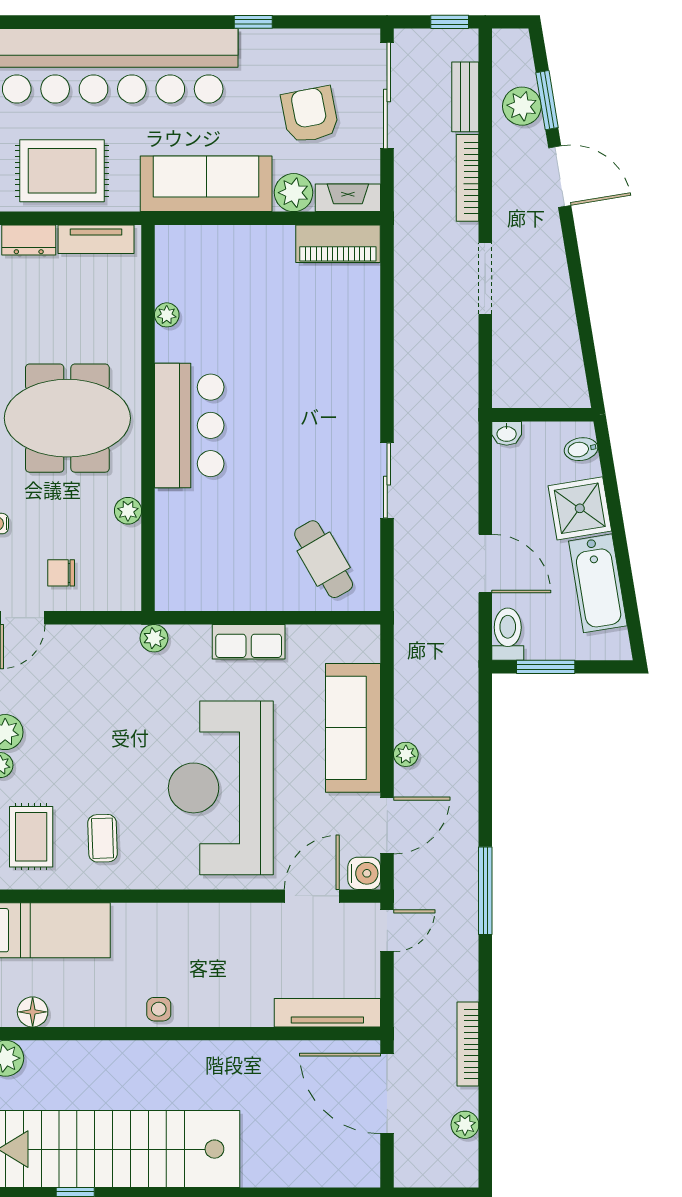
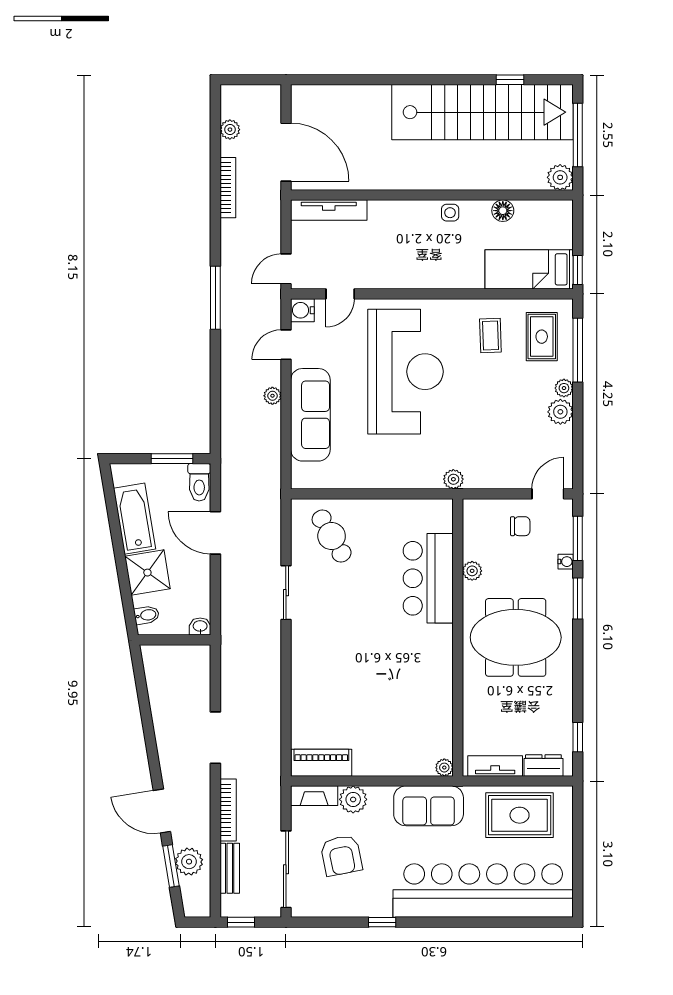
sofa: (206, 184) -> (429, 806), width x0.73
plant: (167, 315) -> (444, 768), moved
bar counter: (189, 425) -> (428, 578), moved
row of seats: (249, 642) -> (385, 477), removed
door: (387, 826) -> (286, 345), width x0.73
door: (312, 896) -> (340, 294), width x0.73
floor lamp: (33, 1012) -> (503, 211), moved

